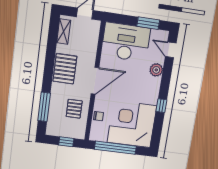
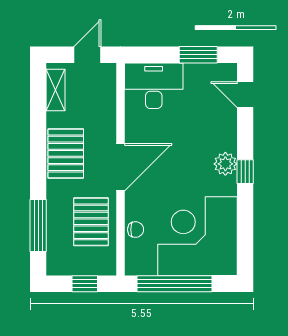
desk: (126, 42) -> (154, 86), width x0.73, depth x0.77
plant: (156, 70) -> (225, 164), moved
window: (161, 106) -> (245, 172), moved
pallet: (74, 109) -> (91, 222), width x1.50, depth x1.42

